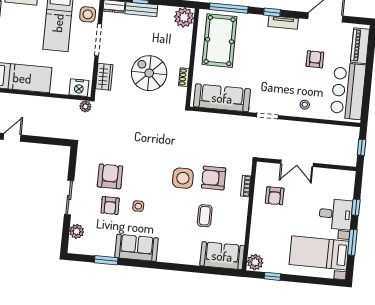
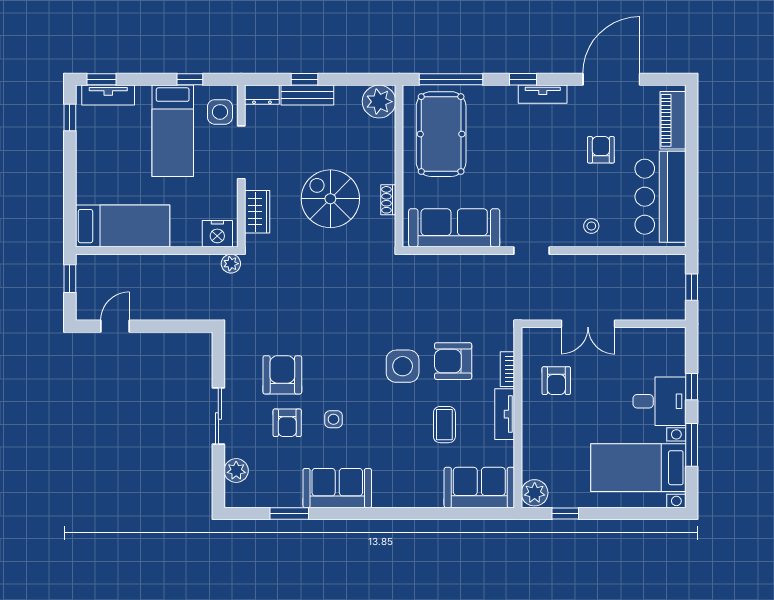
tv unit: (242, 213) -> (505, 414), added

